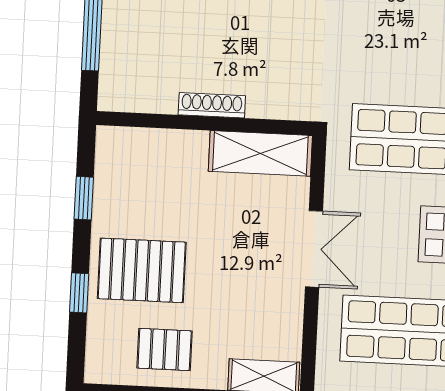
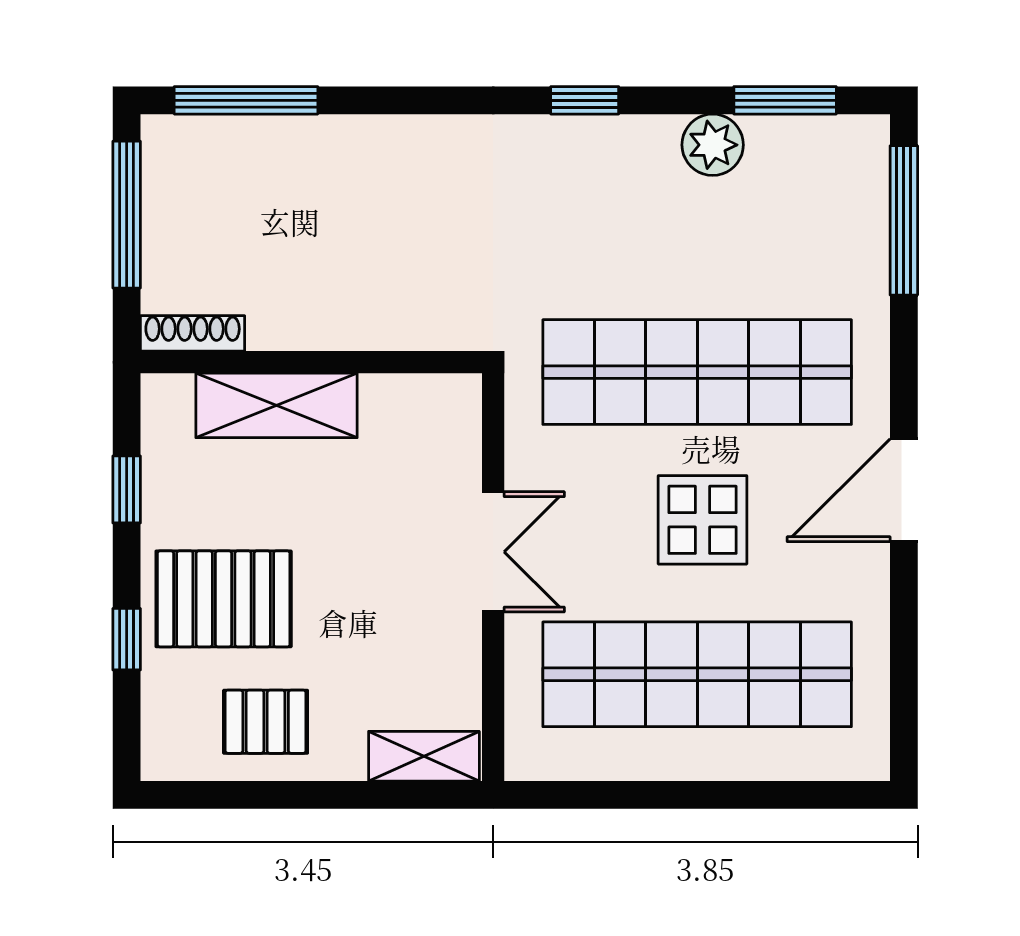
shoe rack: (212, 105) -> (193, 333), moved
shelving: (260, 153) -> (277, 405), moved

